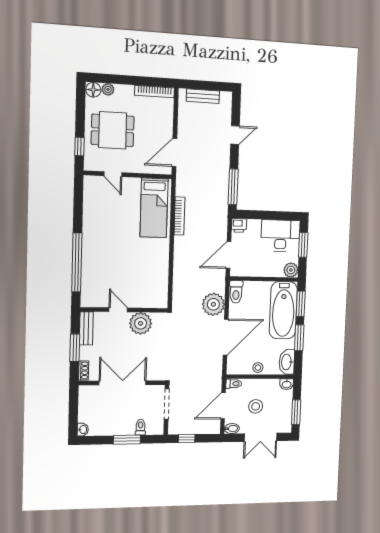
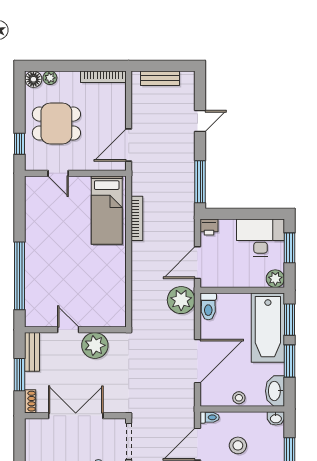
plant: (213, 304) -> (181, 300), moved

